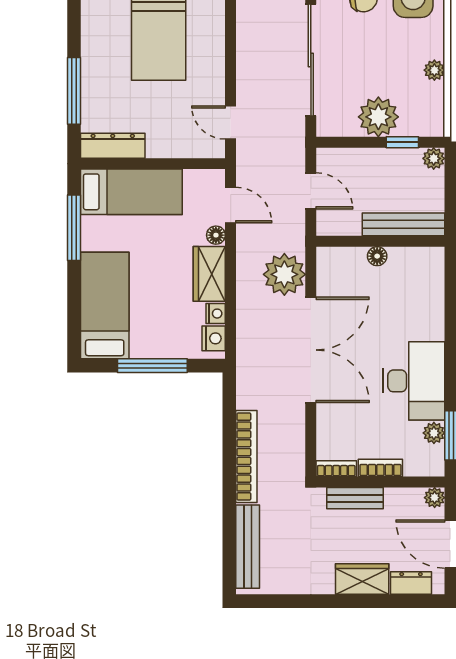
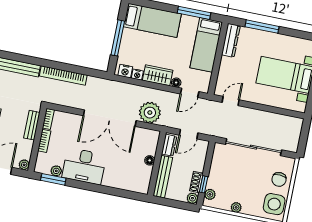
plant: (378, 117) -> (210, 194), moved, width x0.53, depth x0.53
shoe rack: (401, 157) -> (196, 182), added
dresser: (340, 224) -> (169, 145), added

